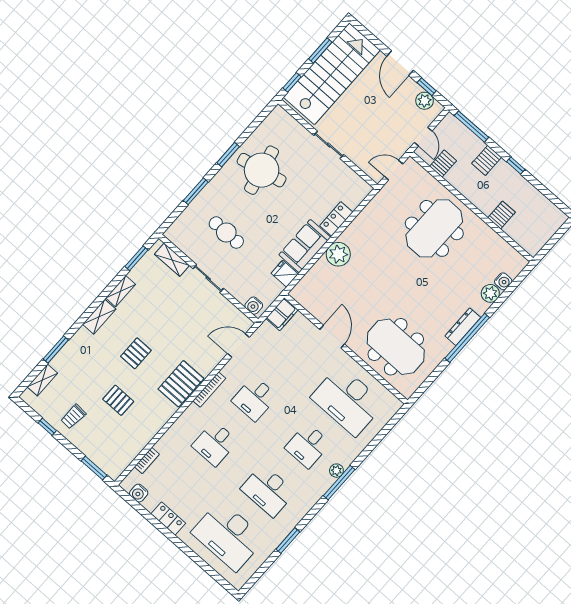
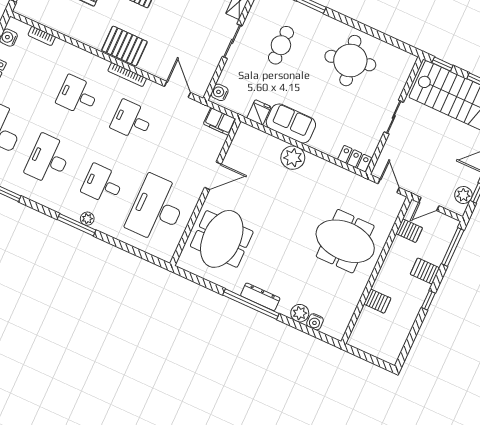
window: (228, 155) -> (355, 24), removed
locker: (336, 219) -> (355, 159), moved

